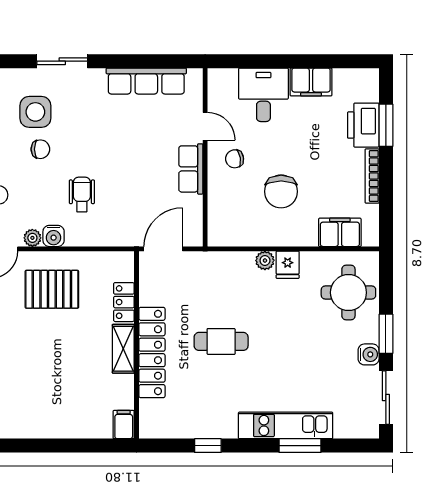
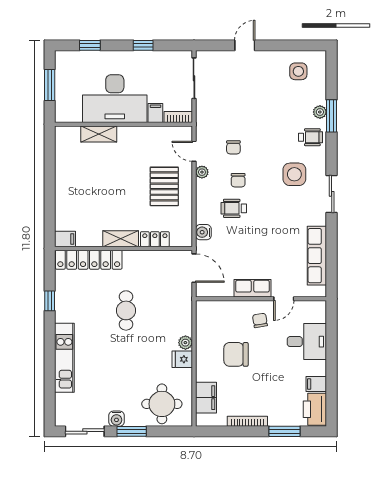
filing cabinet: (311, 82) -> (316, 384), width x0.50
printer: (363, 125) -> (315, 409), moved, turned -90
chair: (40, 149) -> (238, 180), moved
wheelchair: (82, 195) -> (234, 208), turned 180
water cooler: (54, 236) -> (203, 232), moved
locker: (152, 352) -> (89, 260), moved
window: (300, 446) -> (50, 368), removed

